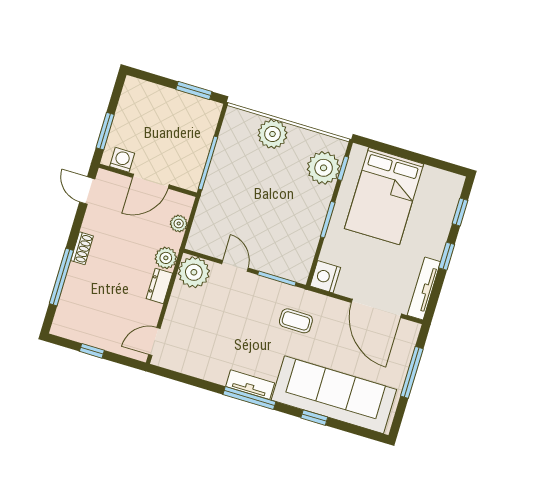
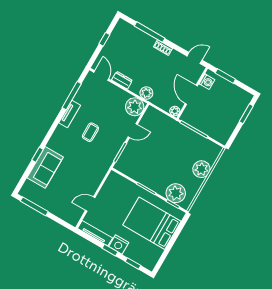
window: (194, 91) -> (246, 114), moved
plant: (179, 223) -> (175, 111), moved
nightstand: (325, 277) -> (119, 244), moved, turned 180
dresser: (159, 286) -> (122, 80), moved
door: (376, 308) -> (90, 204), width x0.53
coffee table: (296, 321) -> (90, 132), moved
window: (412, 372) -> (34, 206), moved
tv unit: (250, 385) -> (70, 114), moved
sofa: (334, 395) -> (45, 167), width x0.54, depth x0.79
window: (249, 398) -> (72, 96), moved

